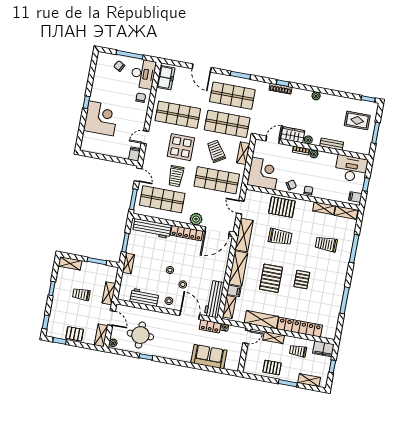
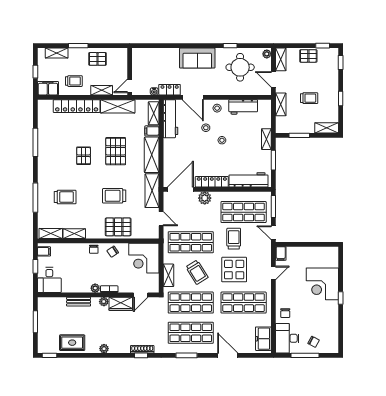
rug: (357, 120) -> (72, 343), moved
desk: (351, 169) -> (49, 280), width x0.73
sofa: (209, 357) -> (197, 58), moved

